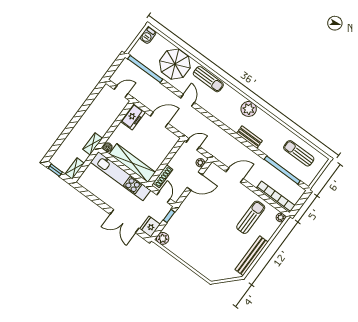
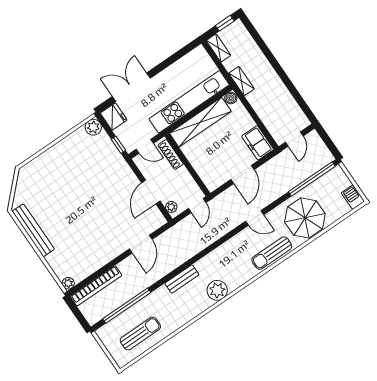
sun lounger: (251, 217) -> (82, 246), removed

